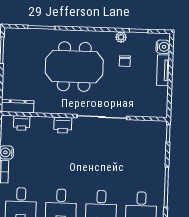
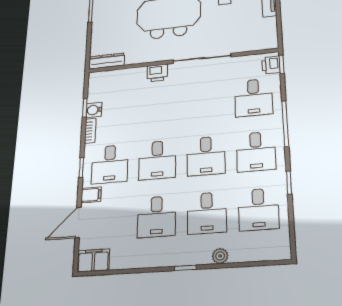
printer: (22, 123) -> (271, 65), moved, turned 90
desk: (143, 160) -> (253, 98), added

